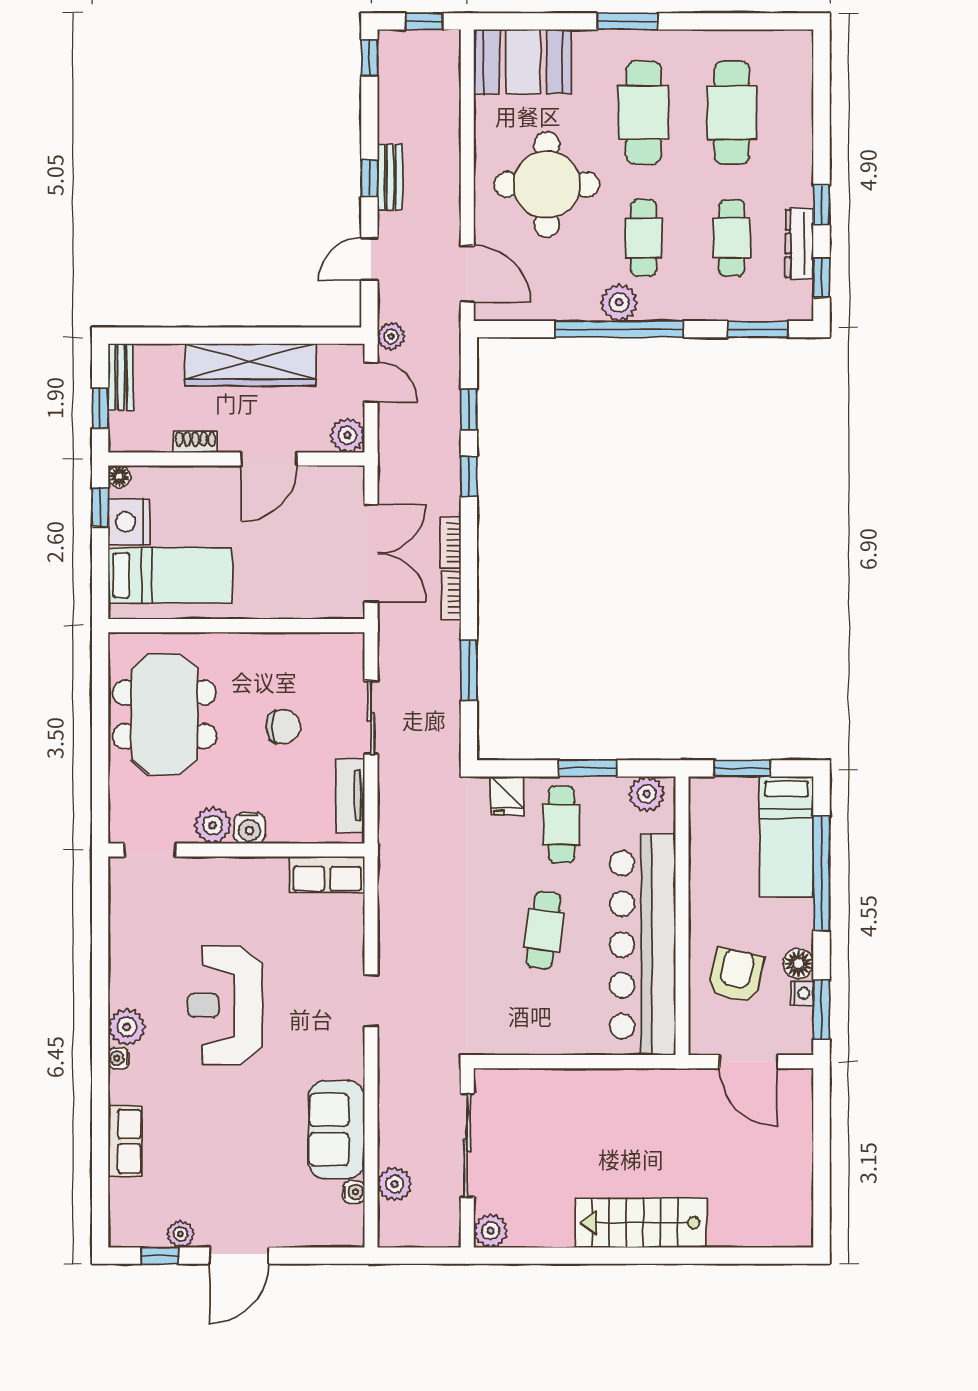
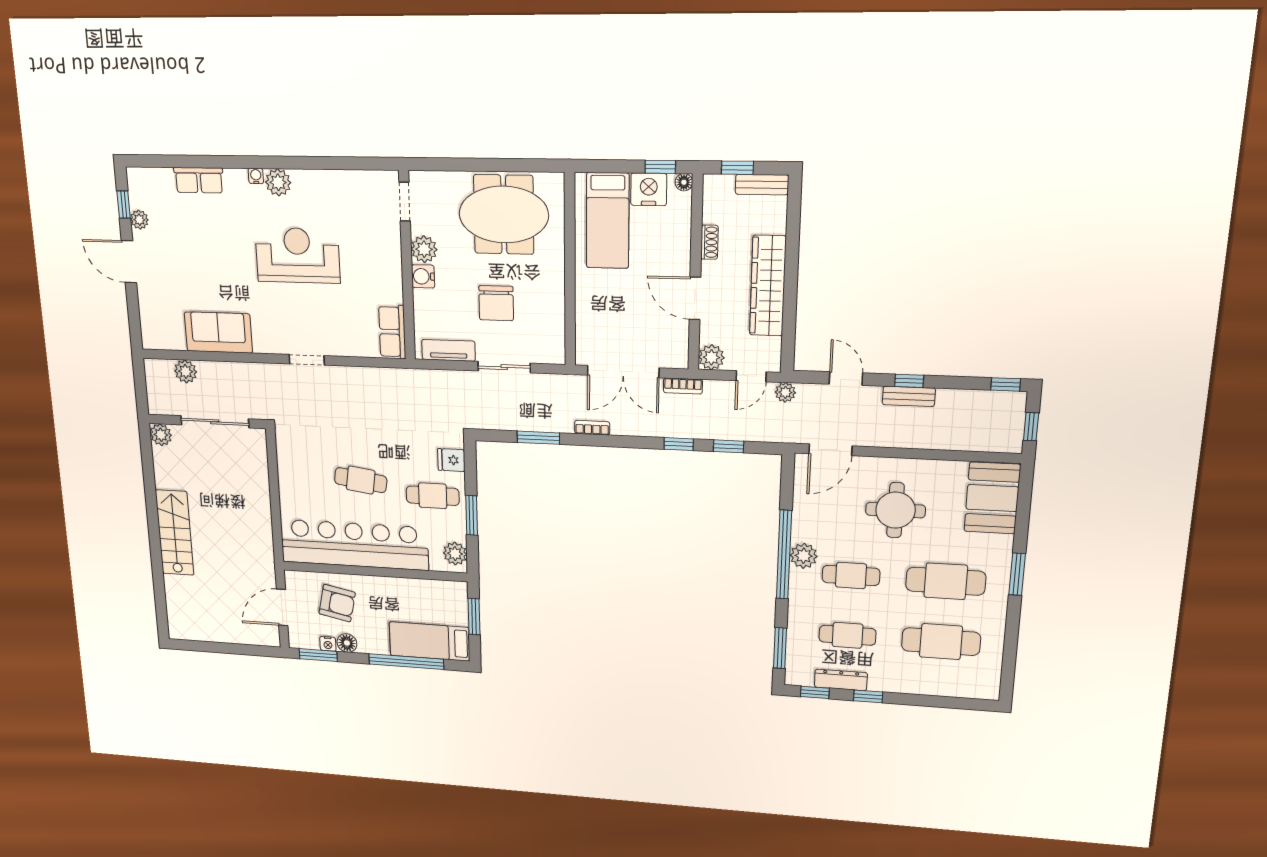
round table: (547, 185) -> (896, 510), width x0.73, depth x0.73
bookcase: (450, 543) -> (683, 386), moved, turned 180
chair: (283, 727) -> (496, 303), width x1.37, depth x1.37
water cooler: (354, 1192) -> (178, 343), removed

